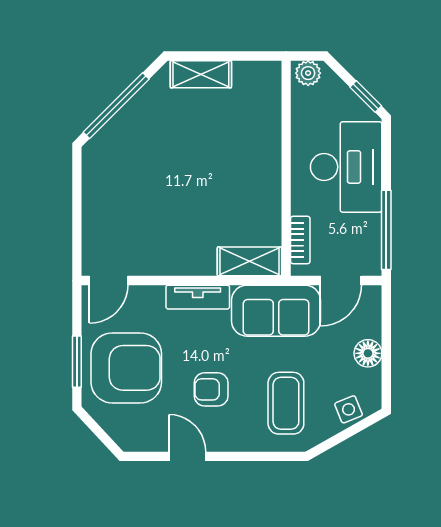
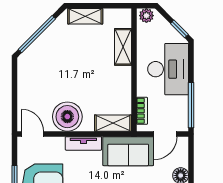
shelving: (267, 128) -> (123, 47), added
boiler: (169, 250) -> (67, 117), added
door: (109, 280) -> (33, 134), swing flipped

